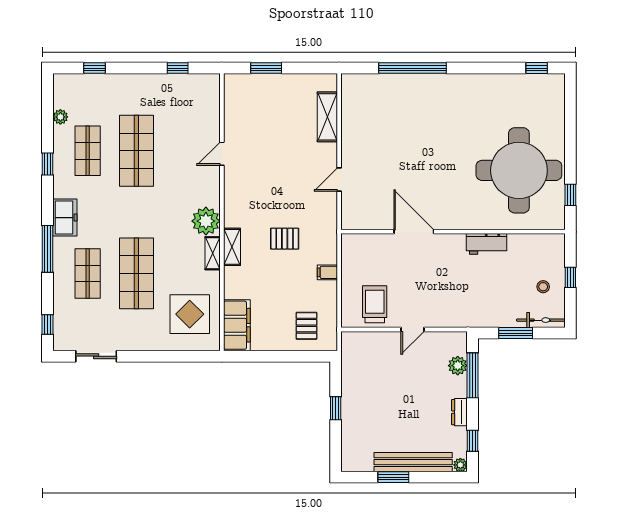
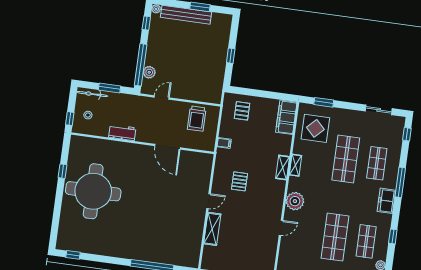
shelving: (327, 117) -> (212, 229), moved
plant: (206, 221) -> (295, 201), moved
door: (414, 232) -> (167, 147), moved
wall: (453, 232) -> (143, 143), moved
pallet: (285, 239) -> (239, 181), moved, turned 90
workbench: (486, 244) -> (122, 133), moved
door: (412, 329) -> (162, 97), moved
window: (182, 356) -> (324, 102), added
window: (473, 375) -> (141, 65), width x1.46
dresser: (459, 412) -> (152, 42), removed

